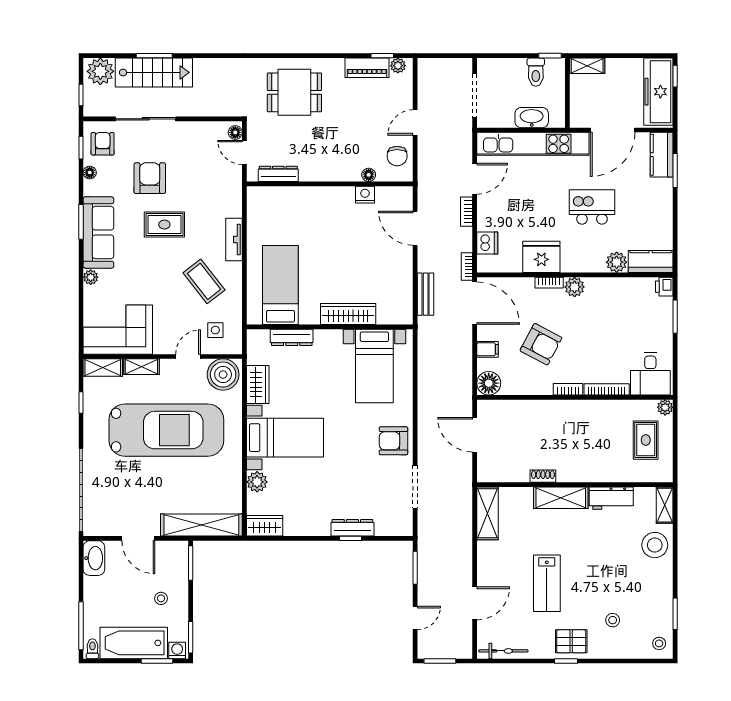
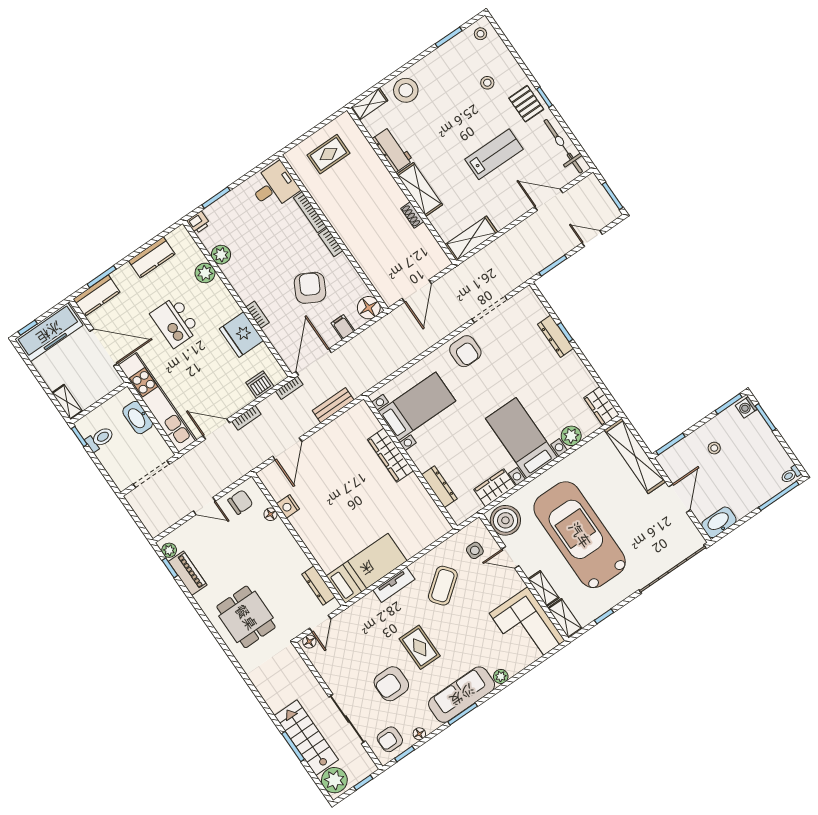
kitchen counter: (651, 261) -> (152, 257), moved, turned -90
bed: (280, 285) -> (367, 568), moved, turned 180
plant: (575, 287) -> (221, 255), moved
plant: (665, 407) -> (293, 157), removed
bathtub: (134, 643) -> (764, 445), removed
bicycle: (503, 651) -> (563, 146), width x1.37, depth x1.40

